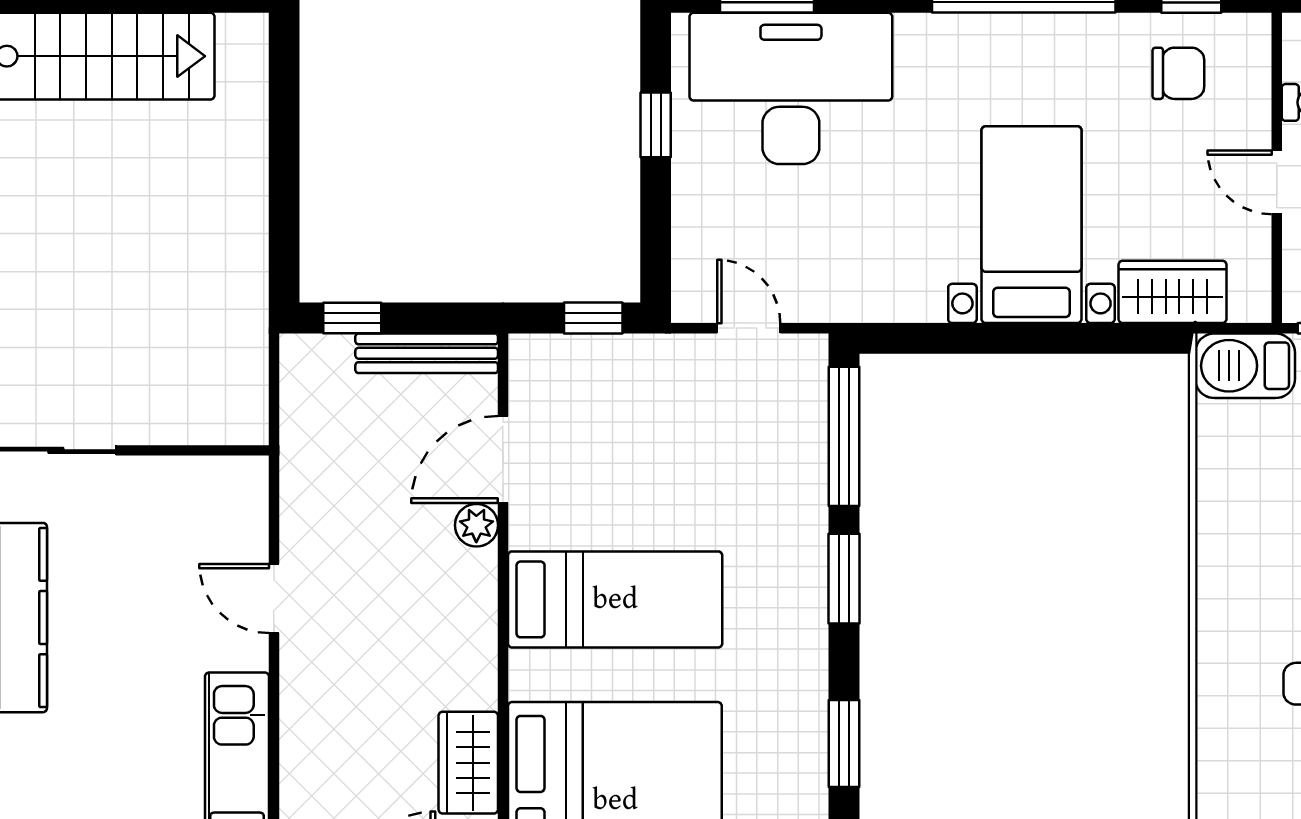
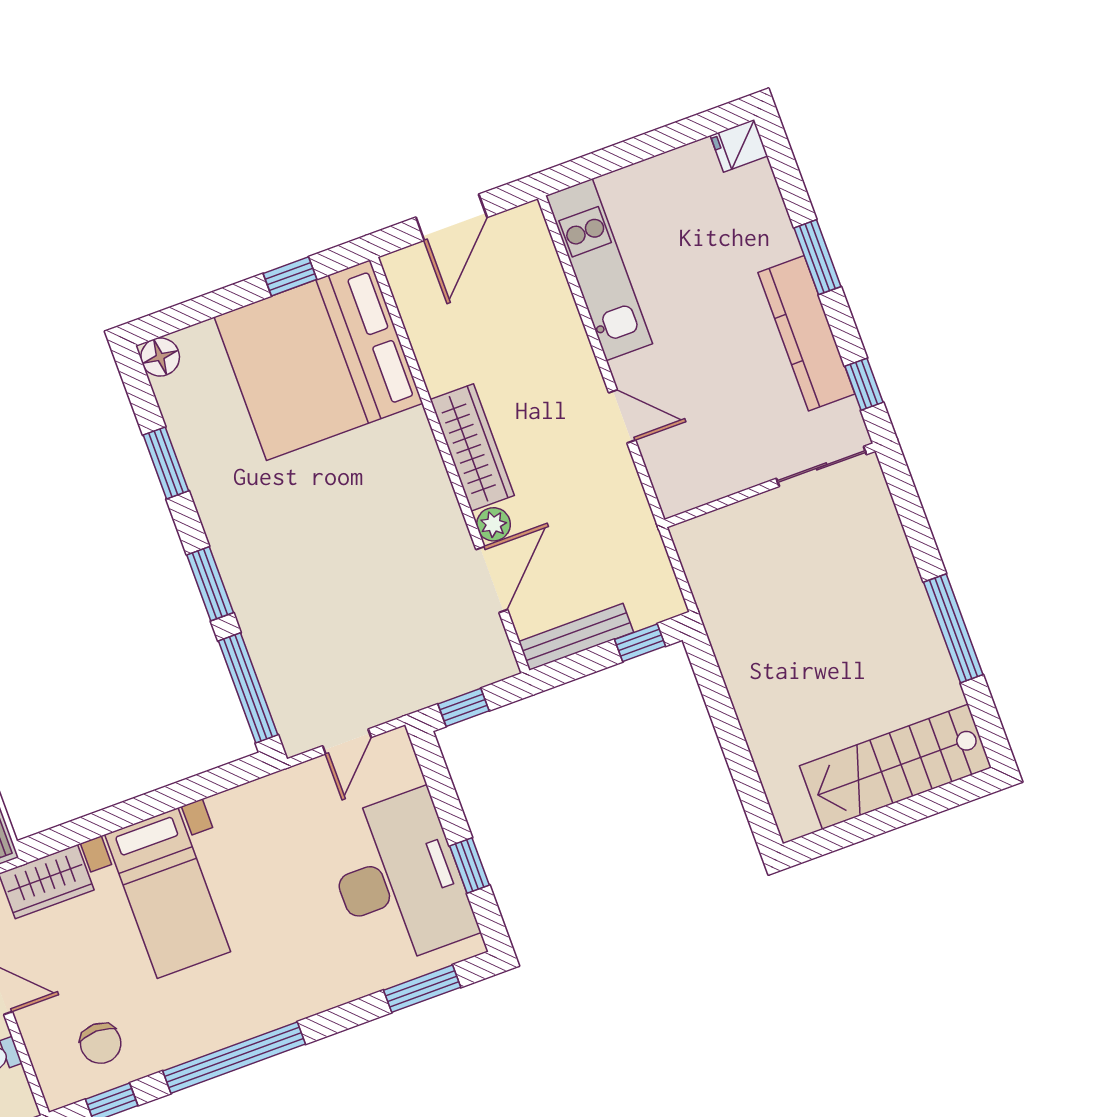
chair: (1178, 73) -> (101, 1043), turned -90
desk: (791, 88) -> (399, 879), moved, turned -90
door: (749, 328) -> (347, 742), hinge flipped
bed: (615, 599) -> (372, 507), removed
wardrobe: (468, 763) -> (472, 447), moved, width x1.50

